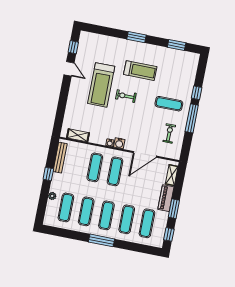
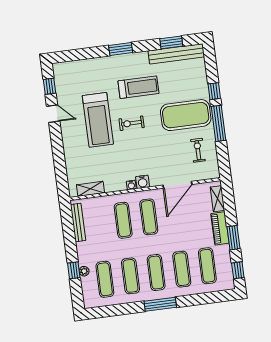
bench: (177, 55) -> (176, 54), added
exercise mat: (169, 104) -> (186, 115), width x2.00, depth x1.45
window: (48, 174) -> (74, 270), moved

